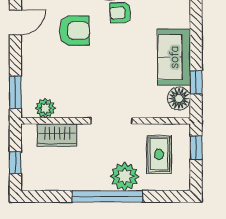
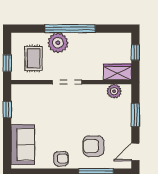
sofa: (174, 57) -> (23, 145), moved
window: (15, 92) -> (135, 115), moved
floor lamp: (179, 99) -> (19, 98), removed
wardrobe: (57, 135) -> (117, 72), moved

